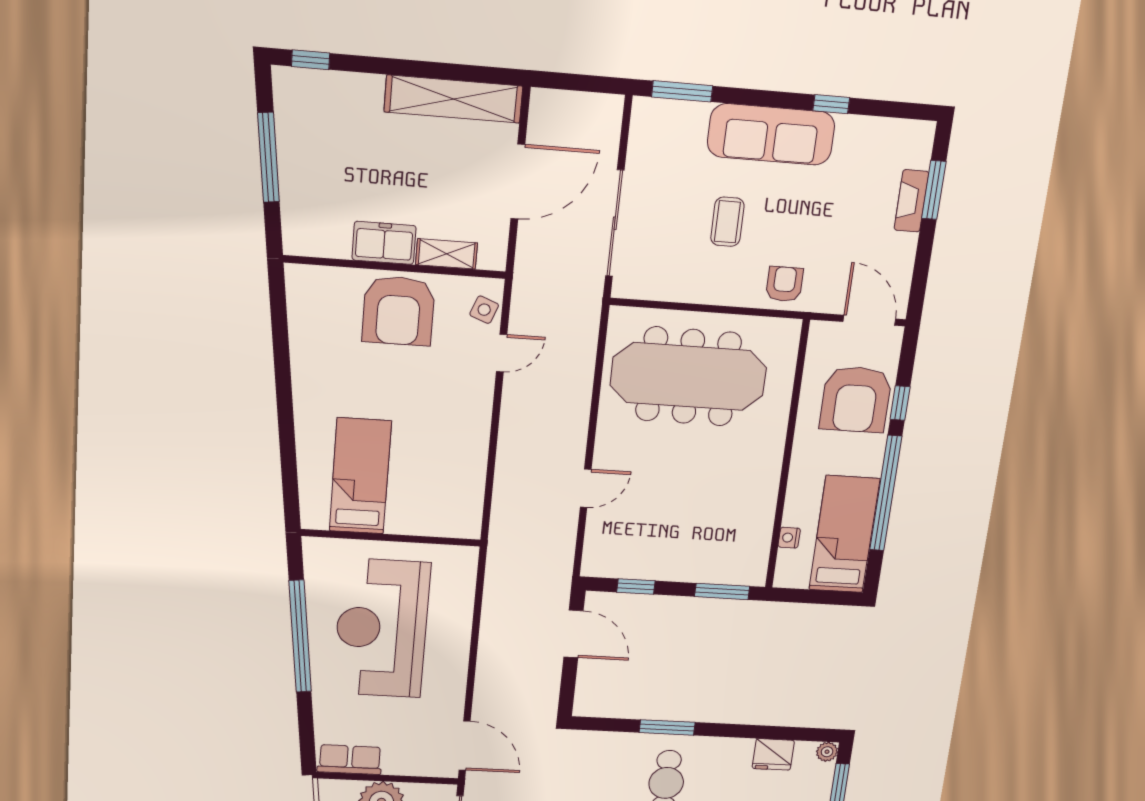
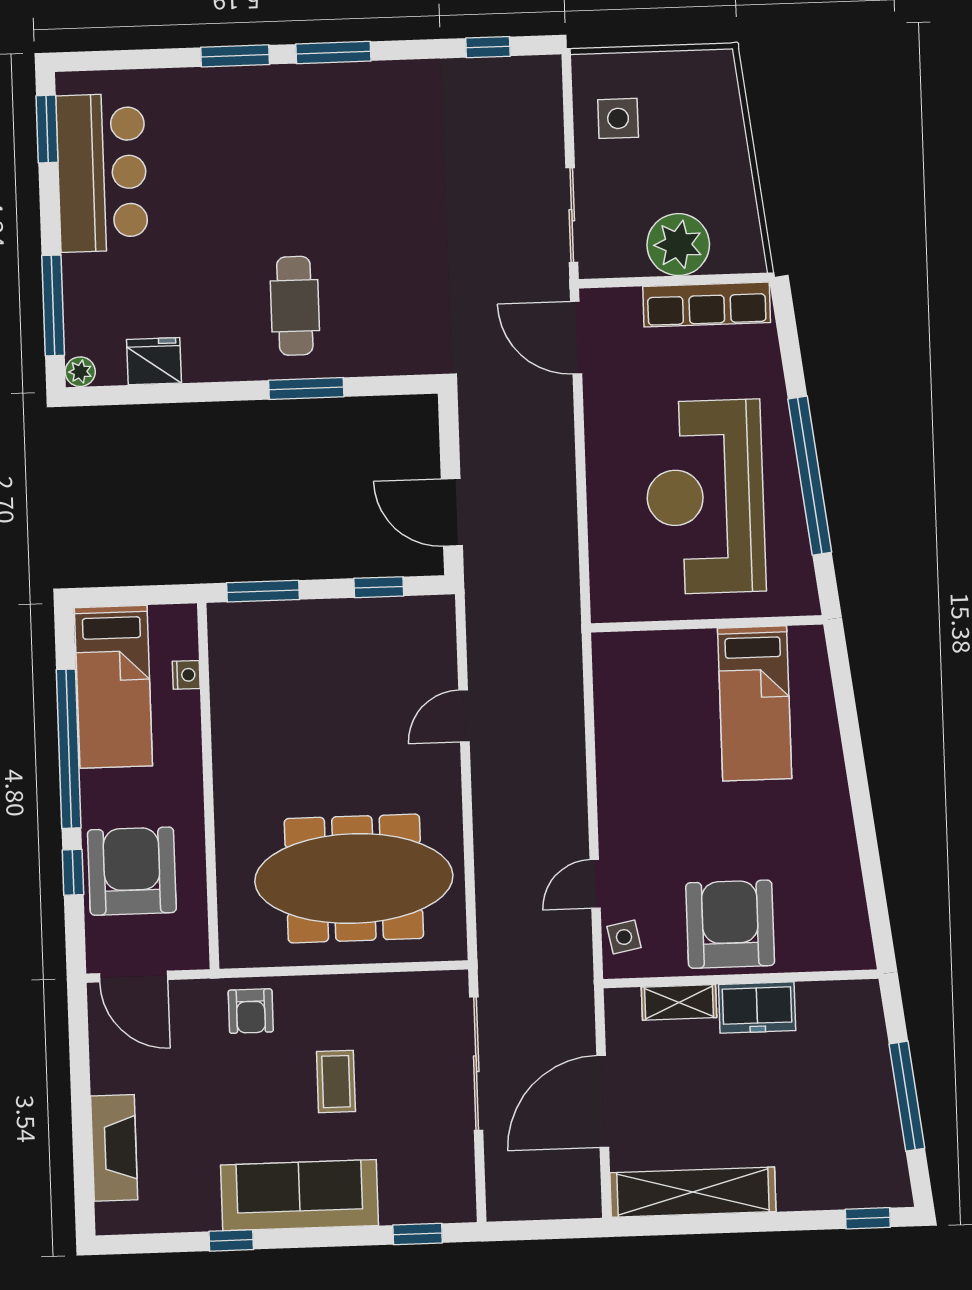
window: (682, 91) -> (418, 1234), width x0.67
window: (934, 190) -> (83, 1151), removed
fireplace: (911, 201) -> (114, 1148), width x1.37, depth x1.32
side table: (484, 310) -> (624, 937), turned -32
reception desk: (381, 628) -> (705, 497), turned 180
row of seats: (350, 760) -> (707, 305), width x1.48

